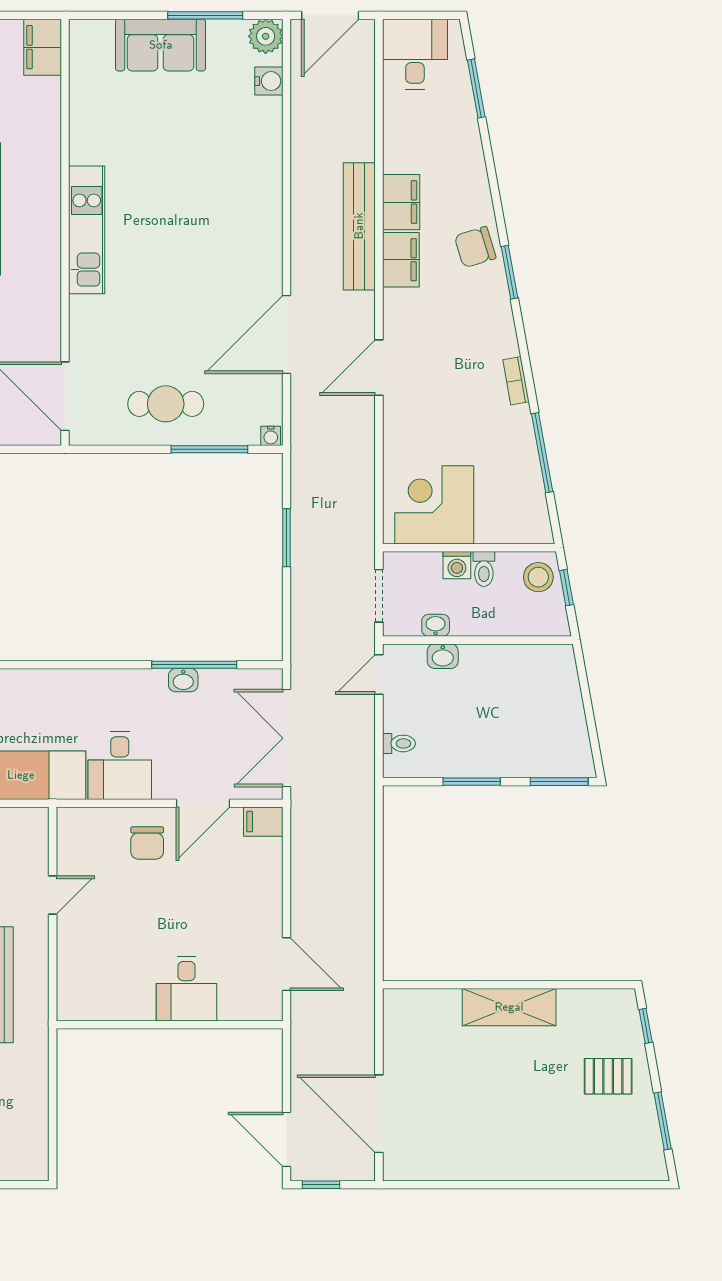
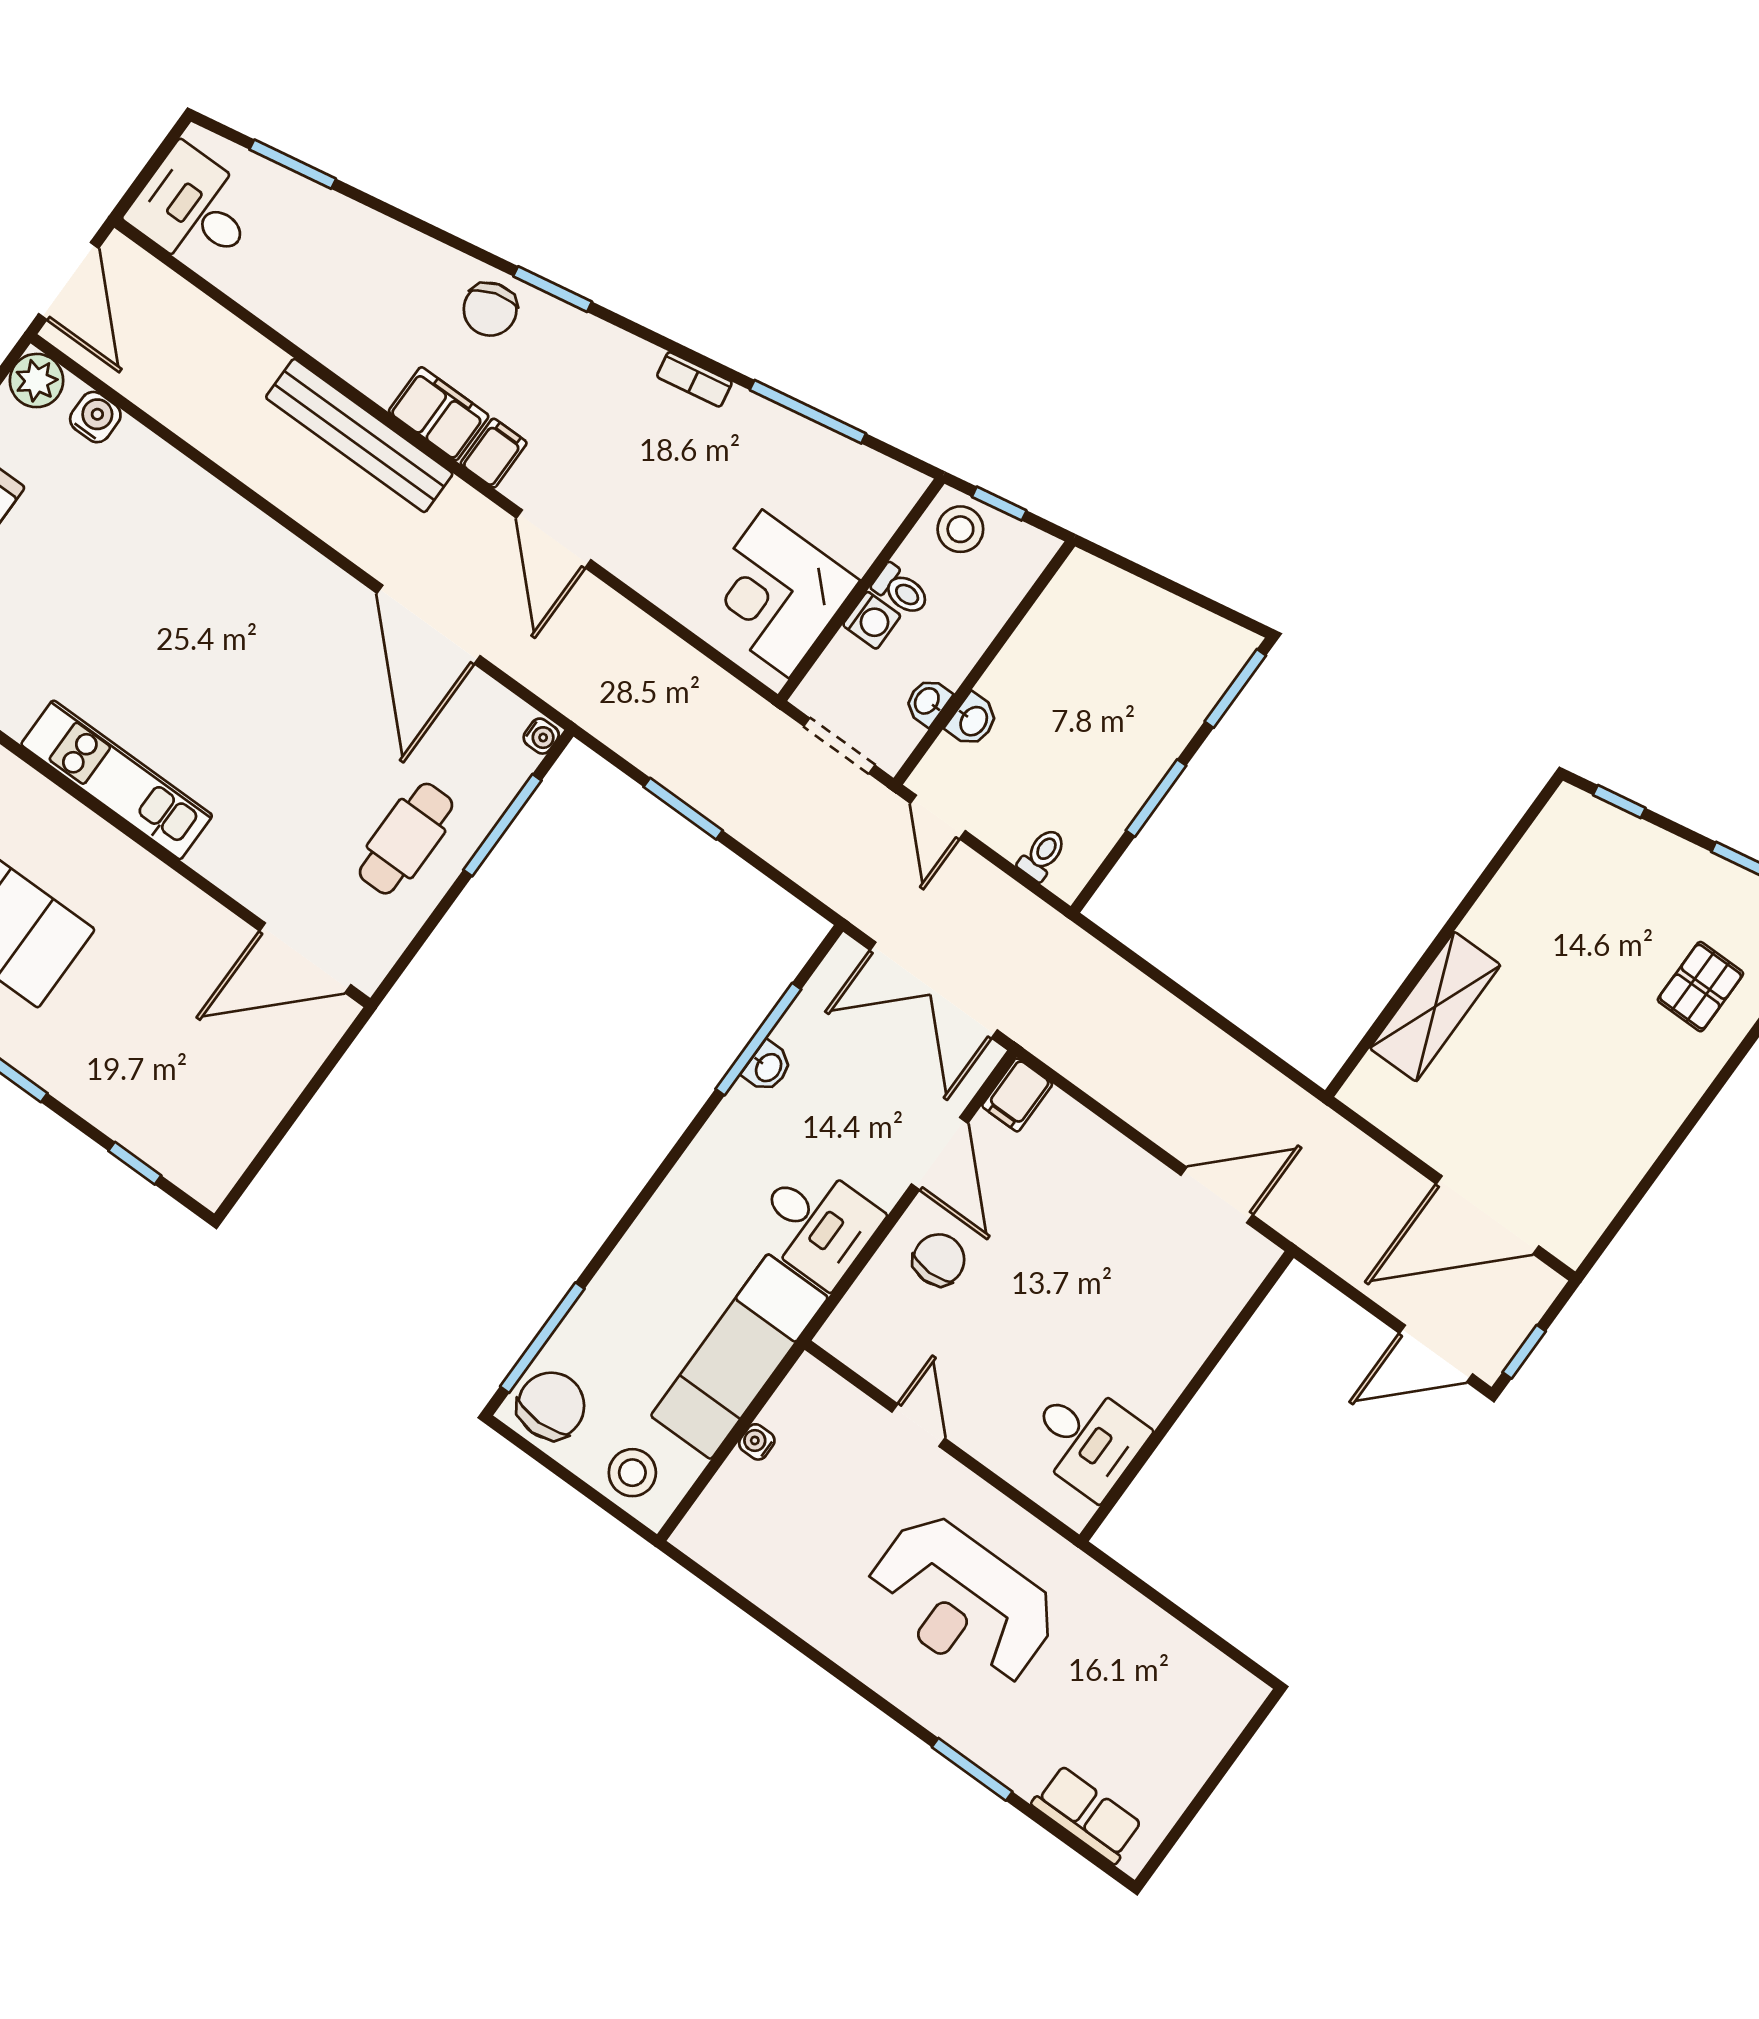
filing cabinet: (401, 202) -> (494, 453), moved, width x0.50
chair: (147, 843) -> (939, 1260), turned -90
desk: (186, 989) -> (1087, 1439), moved
shelving: (509, 1007) -> (1435, 1007), moved
pallet: (608, 1076) -> (1700, 987), moved

